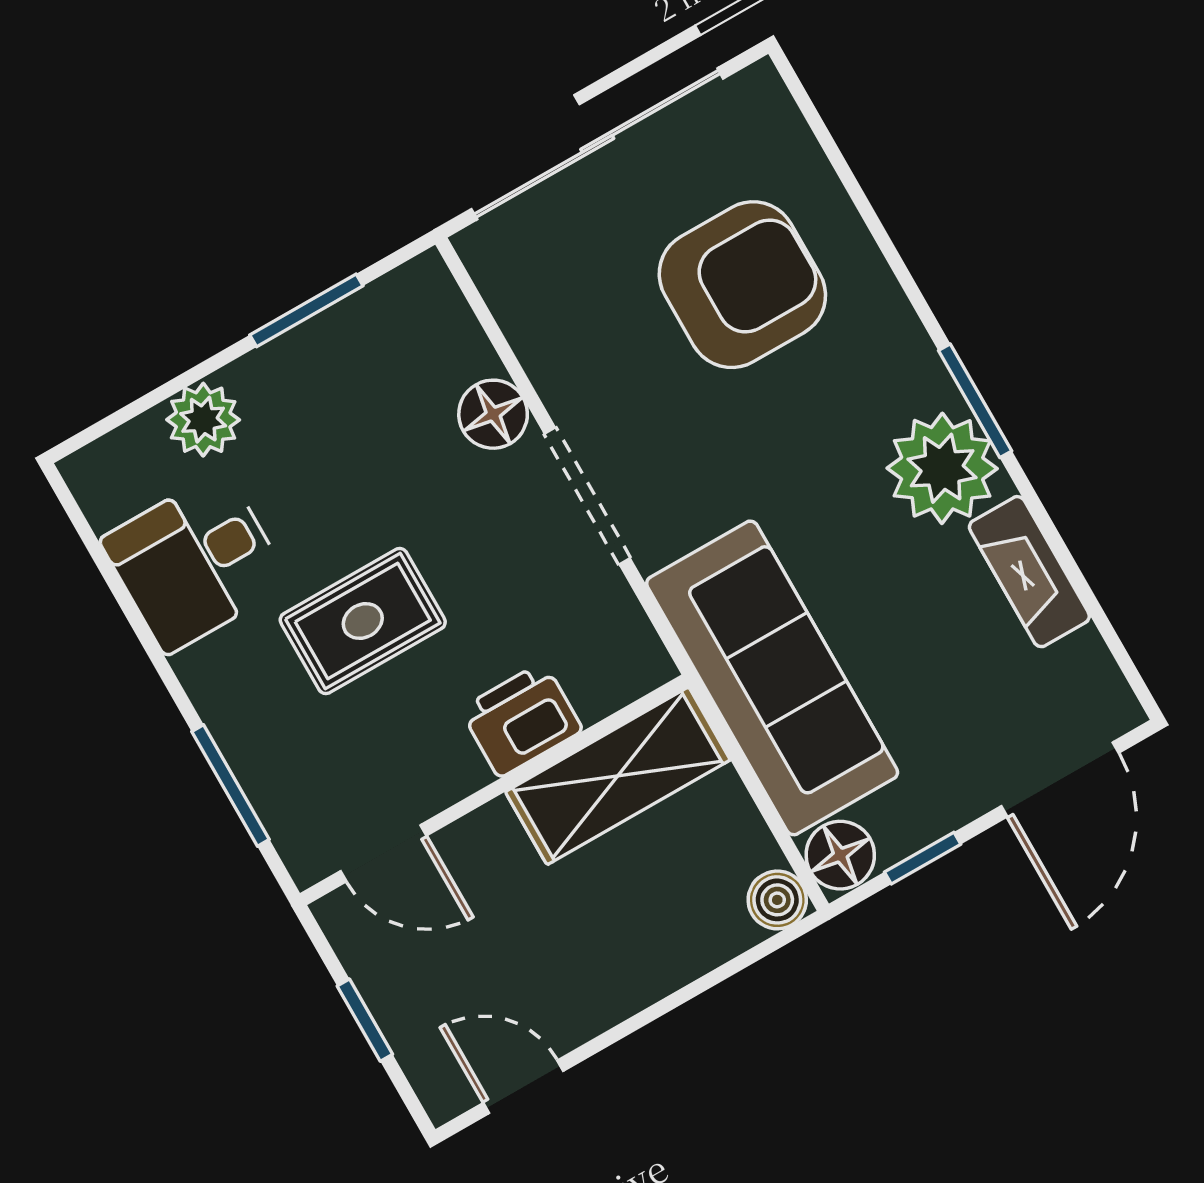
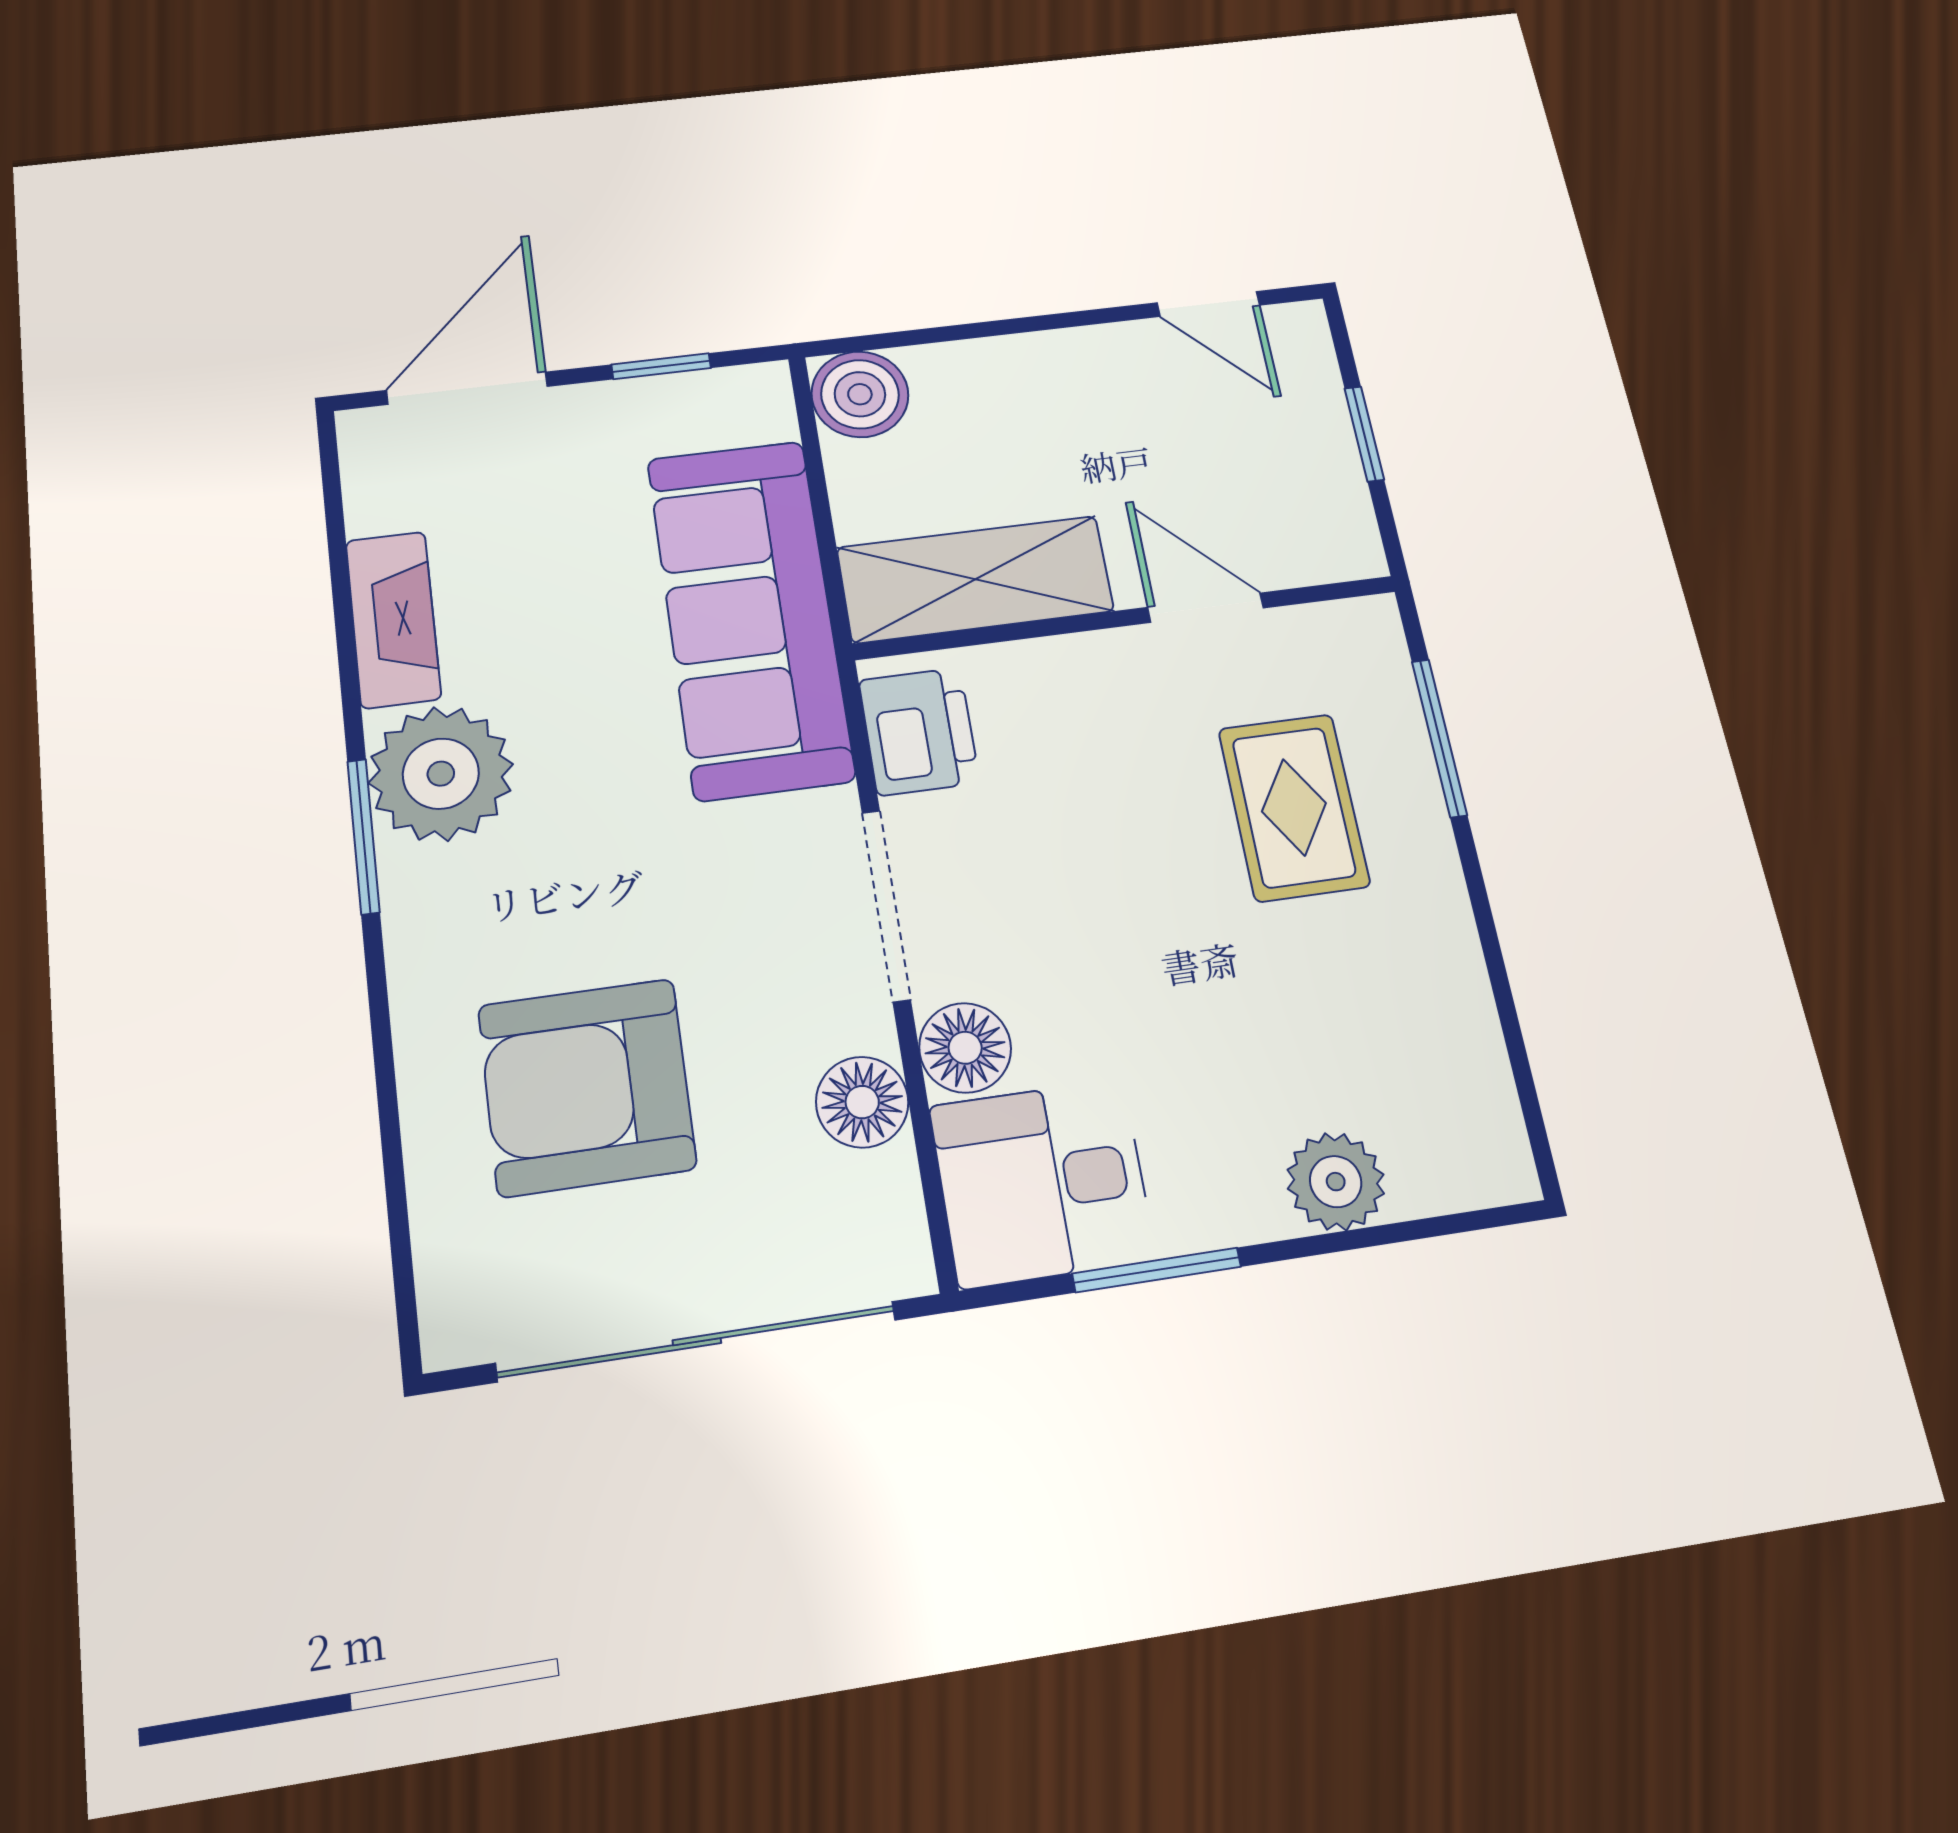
desk: (195, 562) -> (1042, 1183), moved, turned 180
rug: (363, 621) -> (1294, 807), moved, turned 90
printer: (521, 720) -> (919, 731), moved, turned -90
door: (383, 853) -> (1206, 608), moved
floor lamp: (840, 855) -> (862, 1102), moved
boiler: (777, 900) -> (860, 394), width x1.36, depth x1.36

